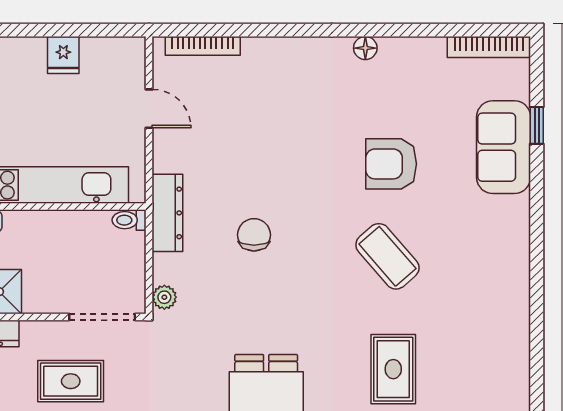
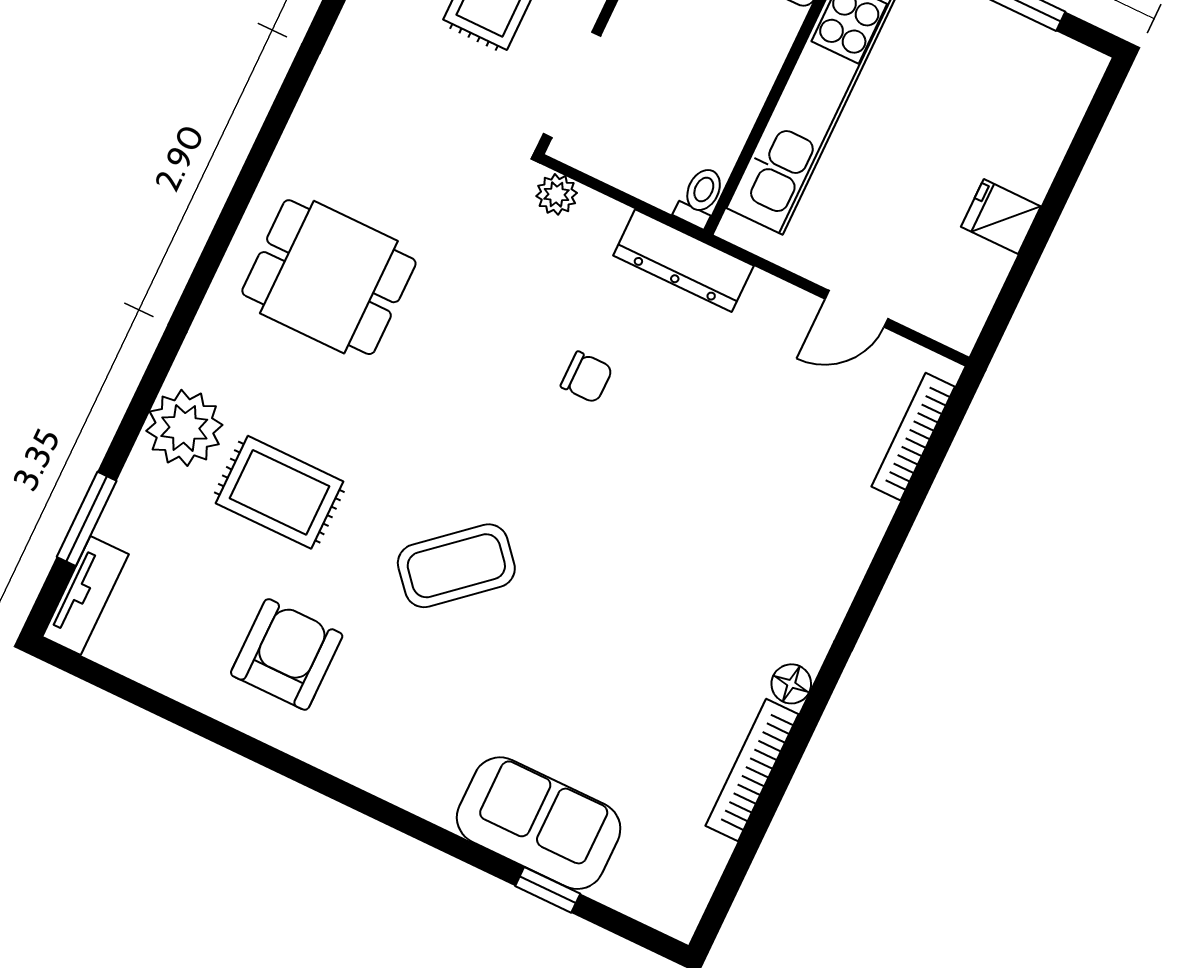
bookcase: (489, 47) -> (752, 770), moved
armchair: (391, 164) -> (287, 654), moved
chair: (254, 235) -> (587, 377), width x0.73, depth x0.73

